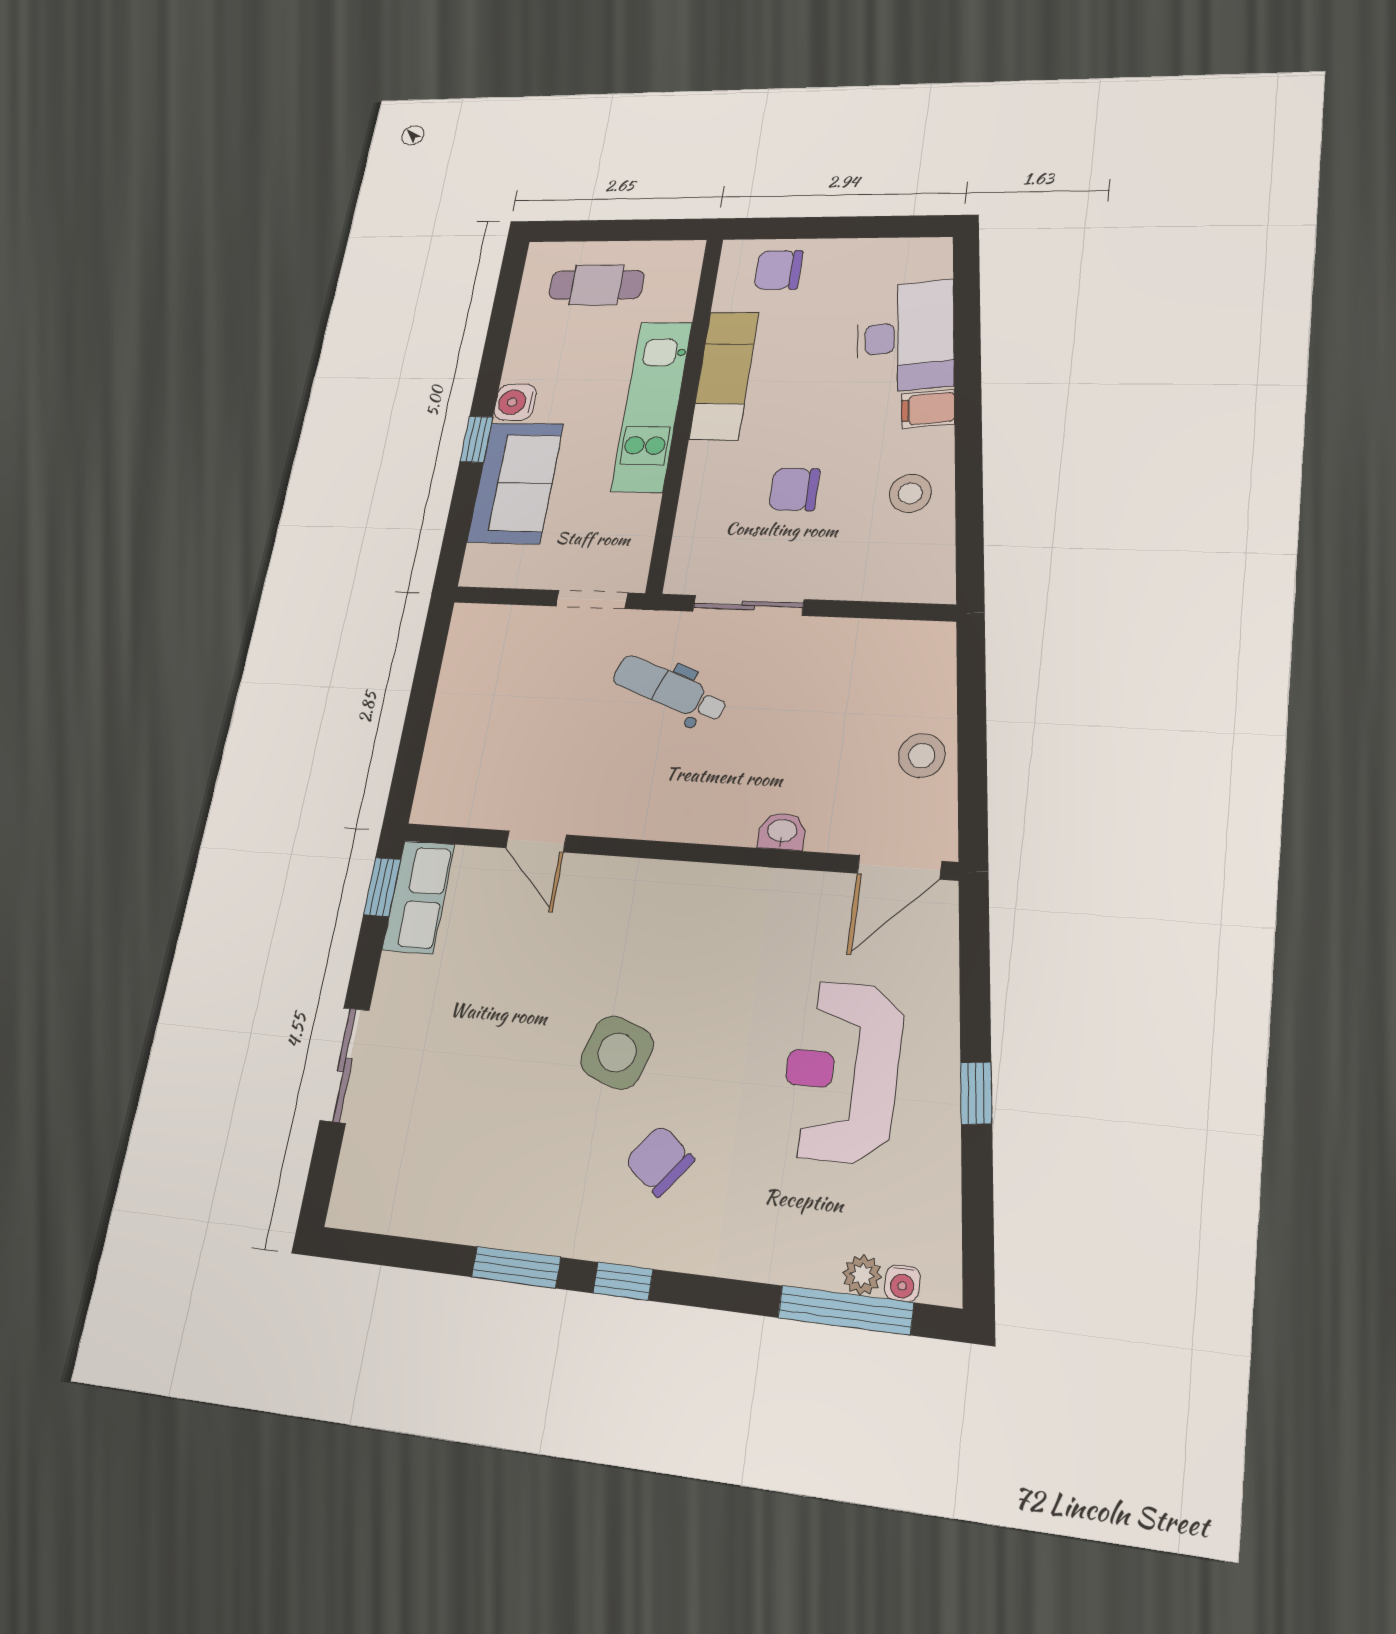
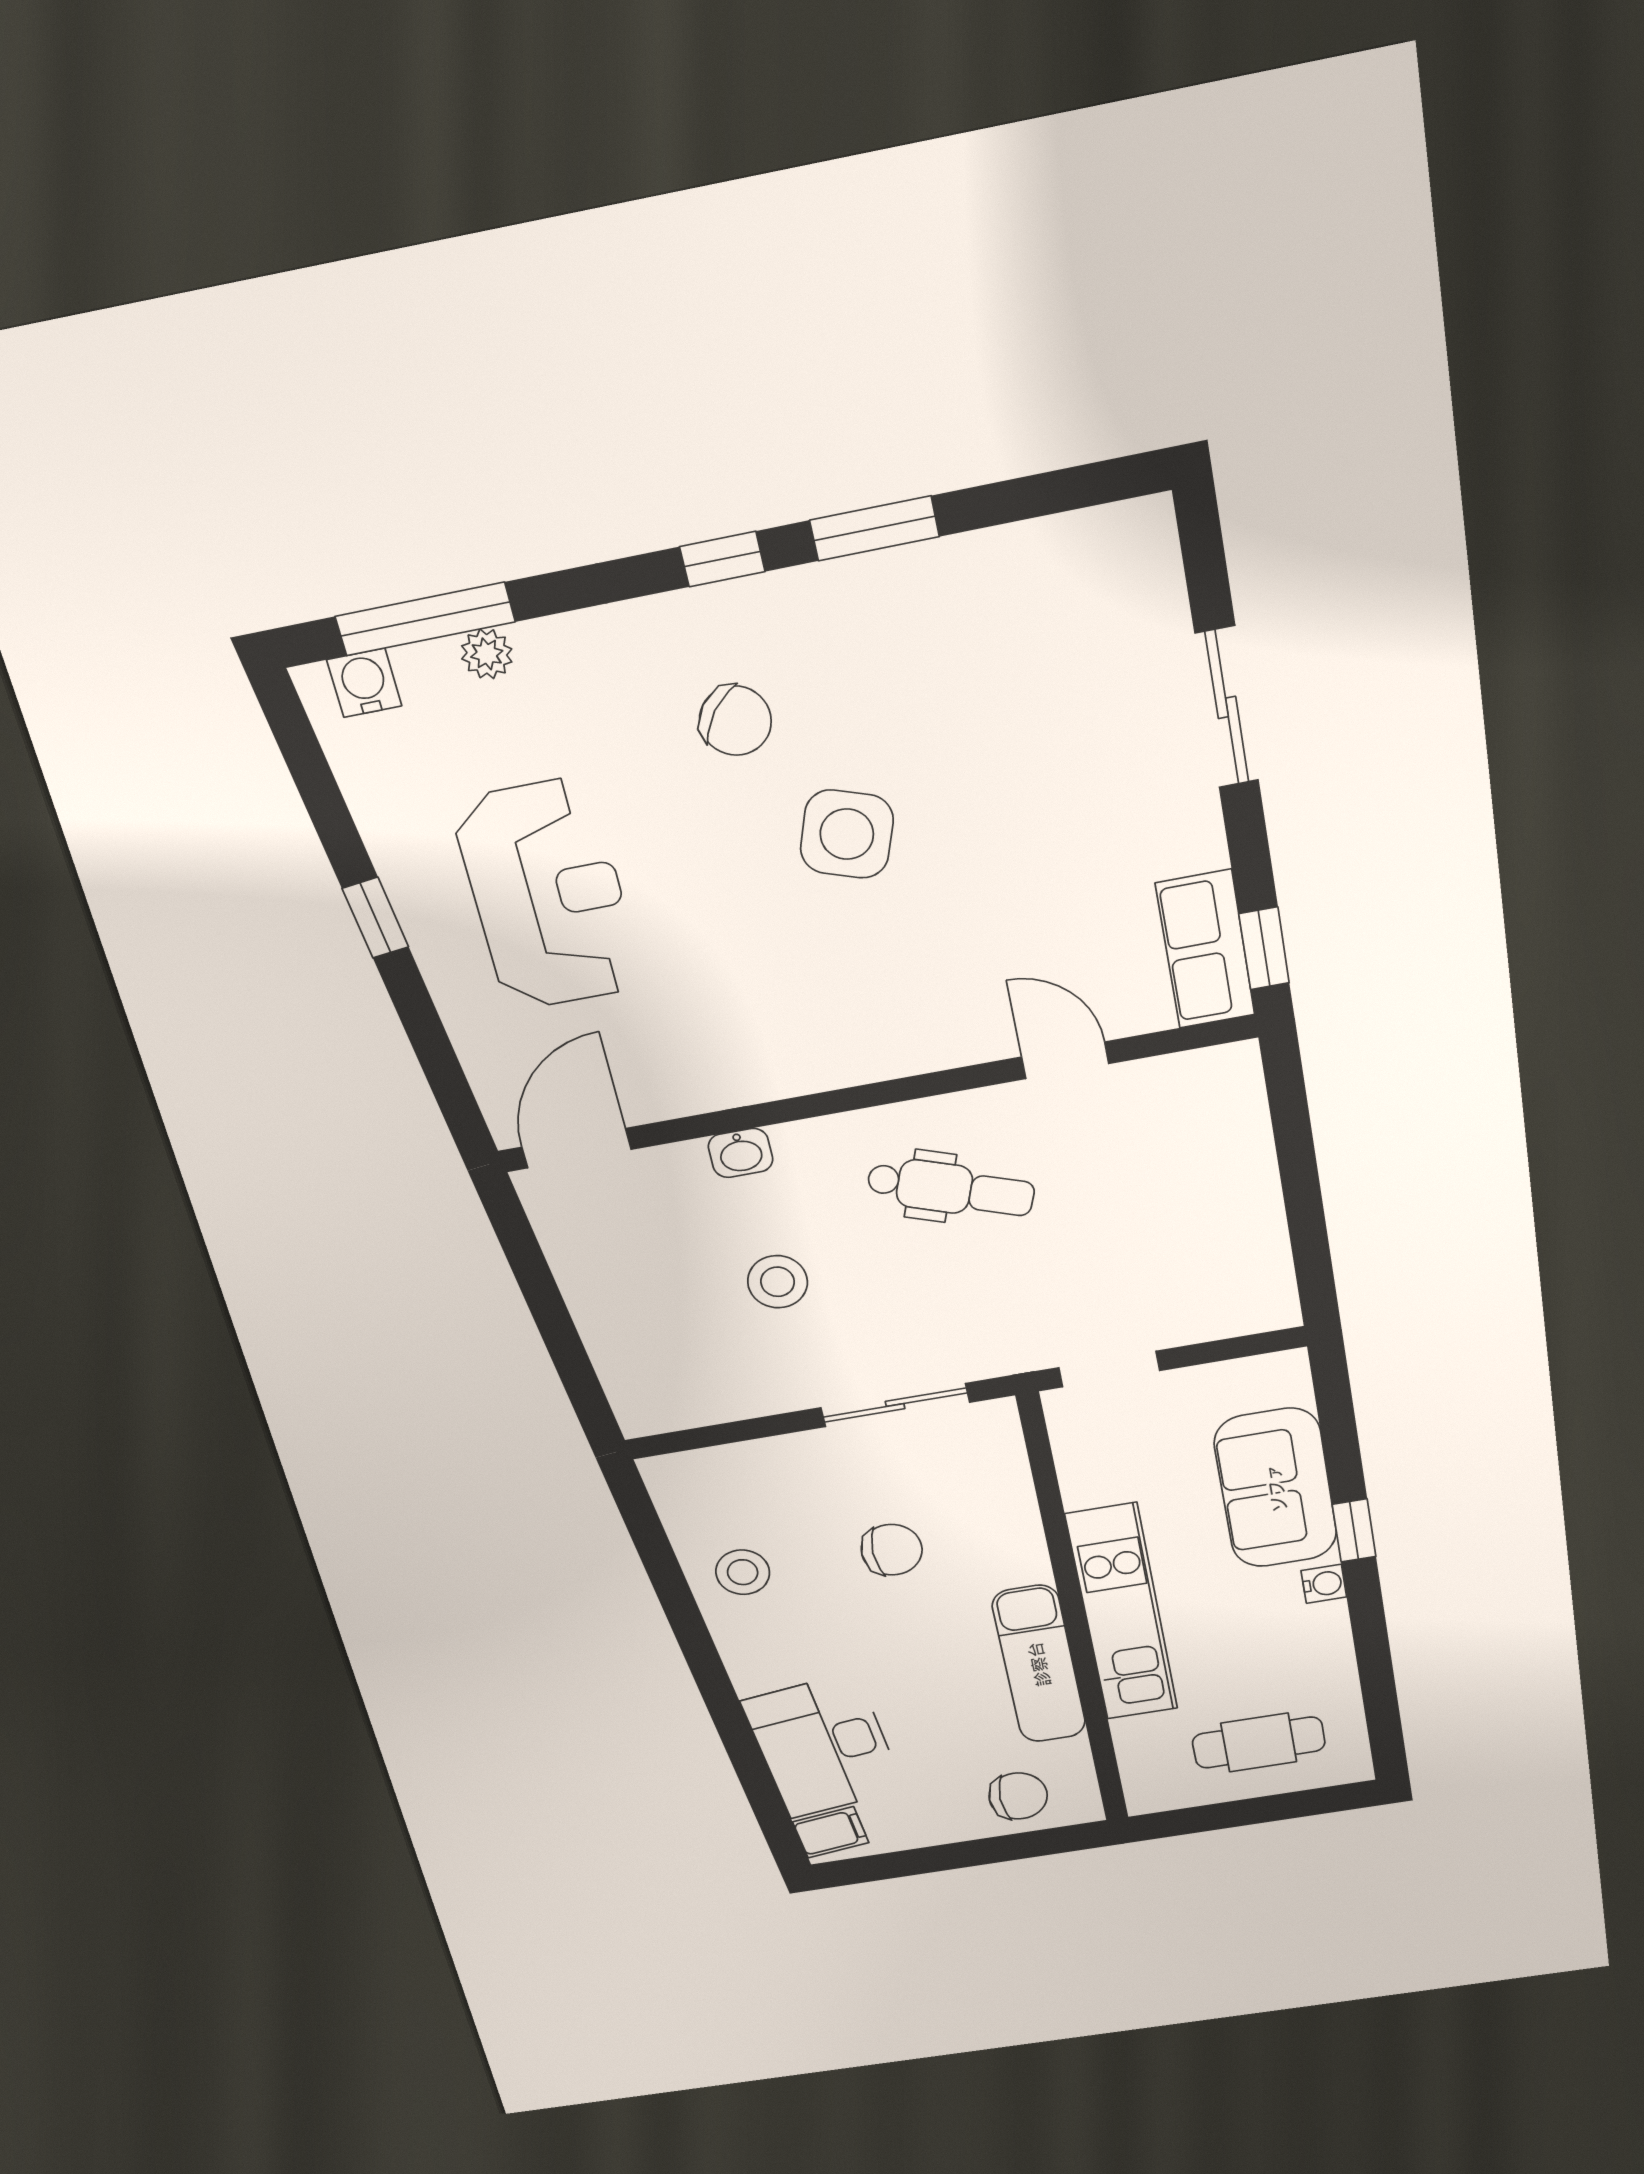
water cooler: (515, 402) -> (1324, 1584), width x0.72, depth x0.72
filing cabinet: (928, 409) -> (831, 1832), moved
dental chair: (670, 689) -> (951, 1189), moved
stool: (922, 755) -> (778, 1282), moved
plant: (862, 1275) -> (487, 654), moved
water cooler: (902, 1283) -> (364, 683), width x1.38, depth x1.38

